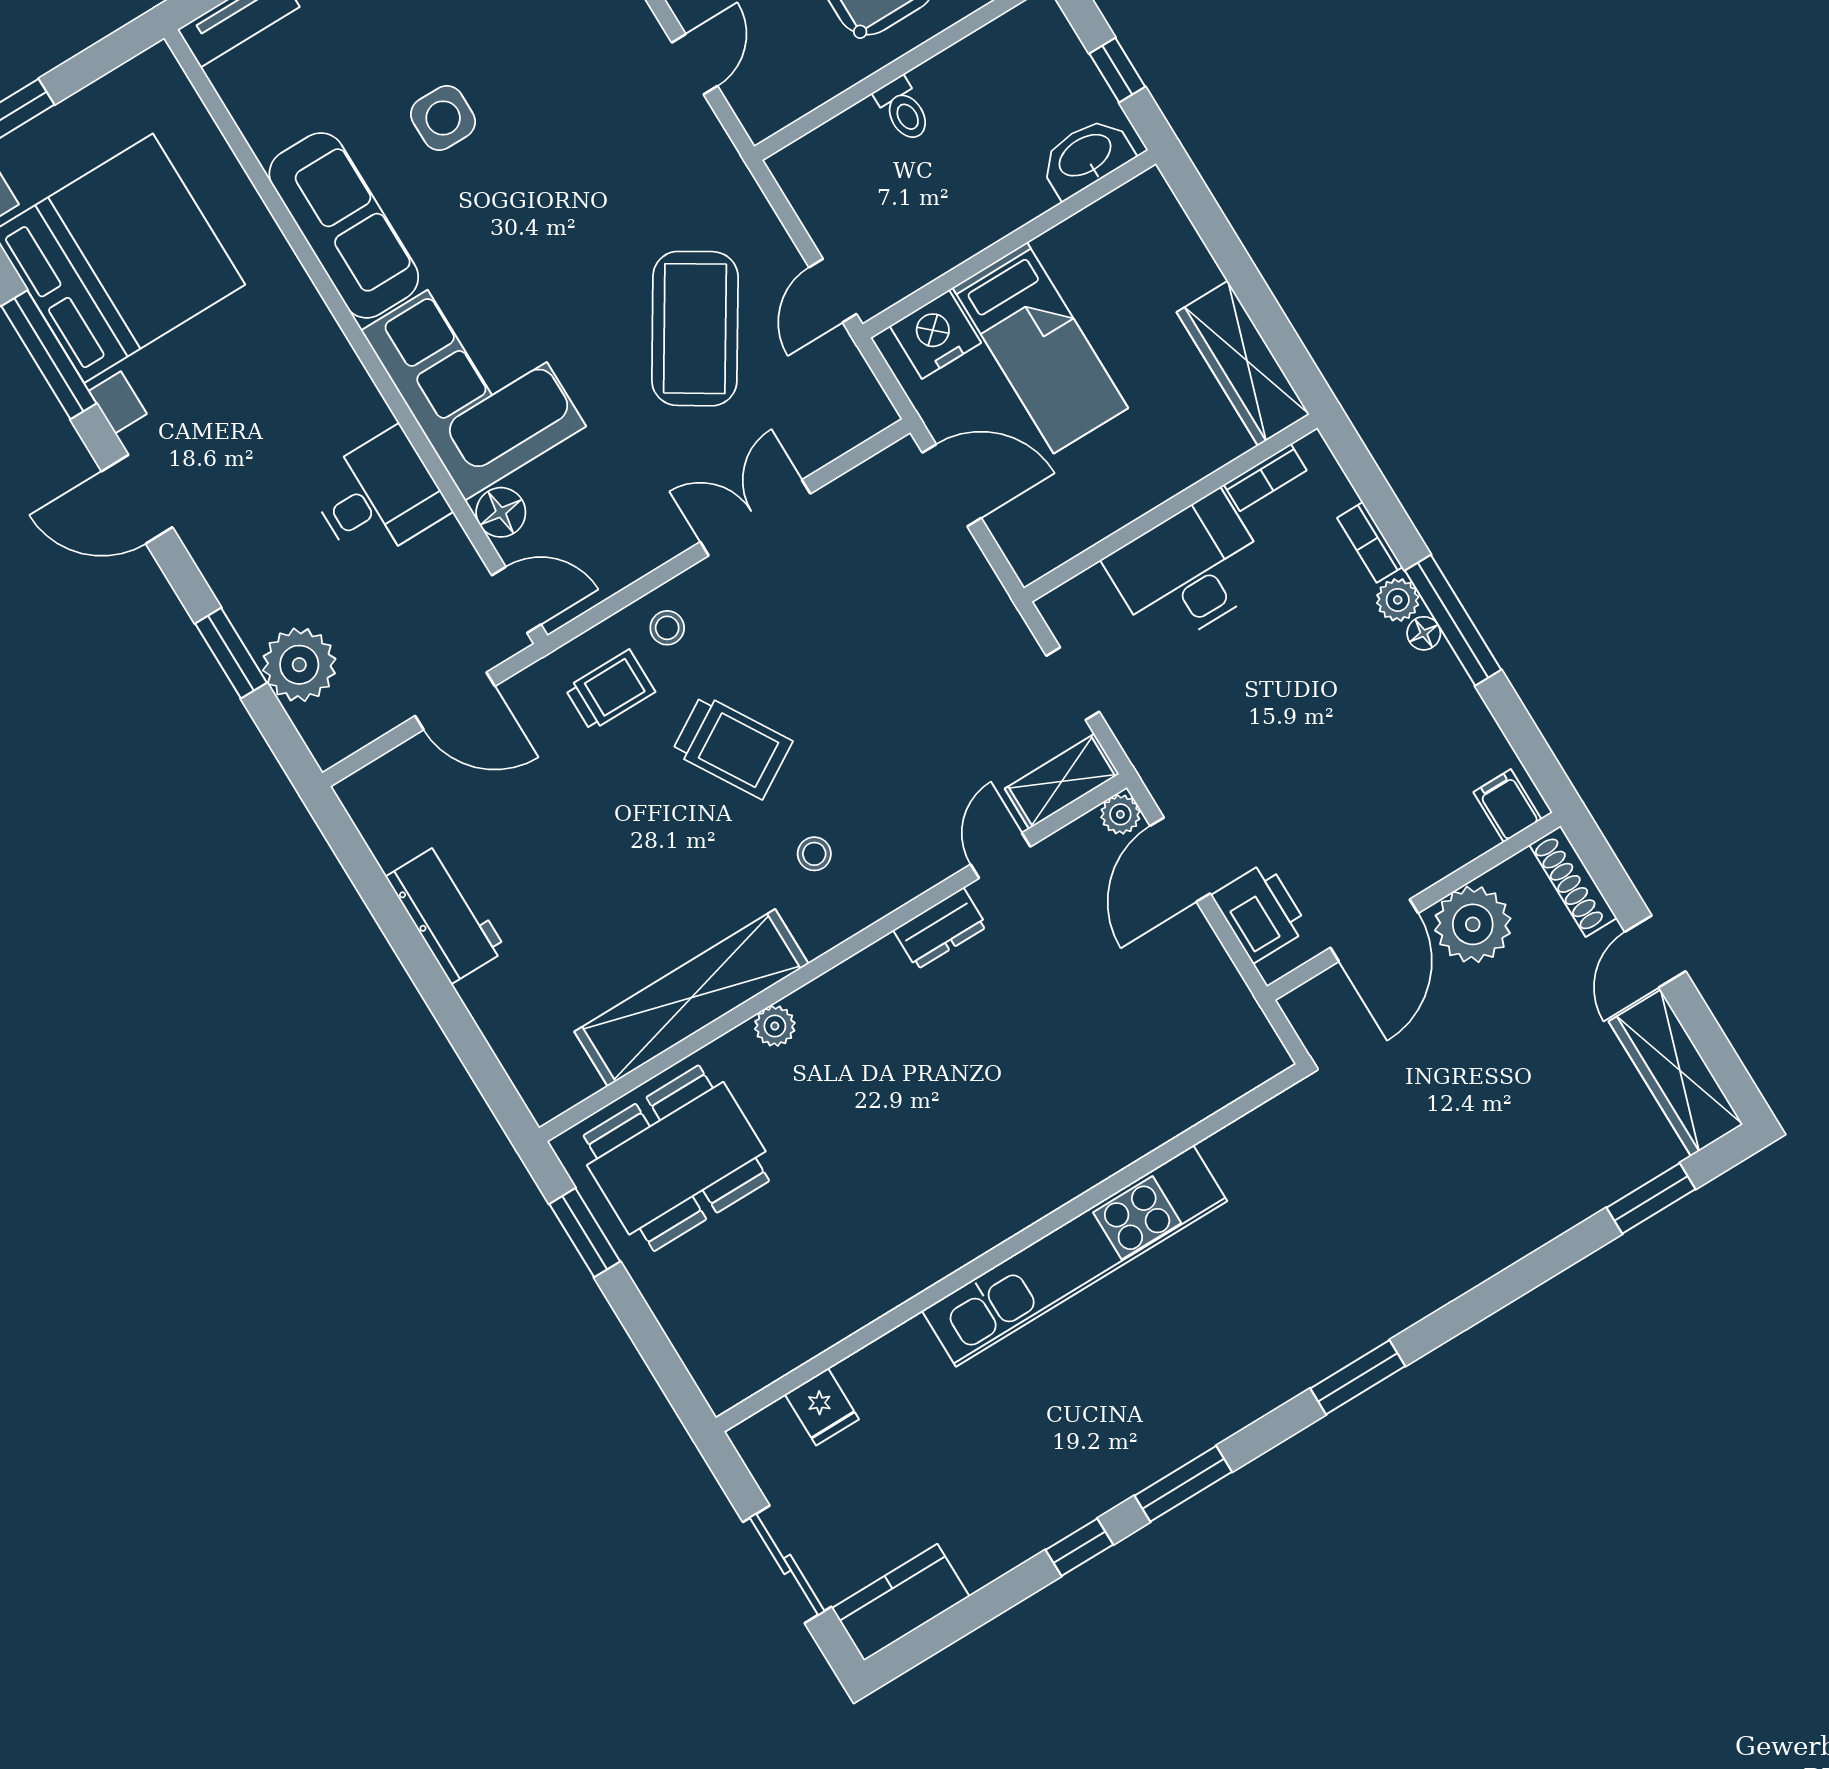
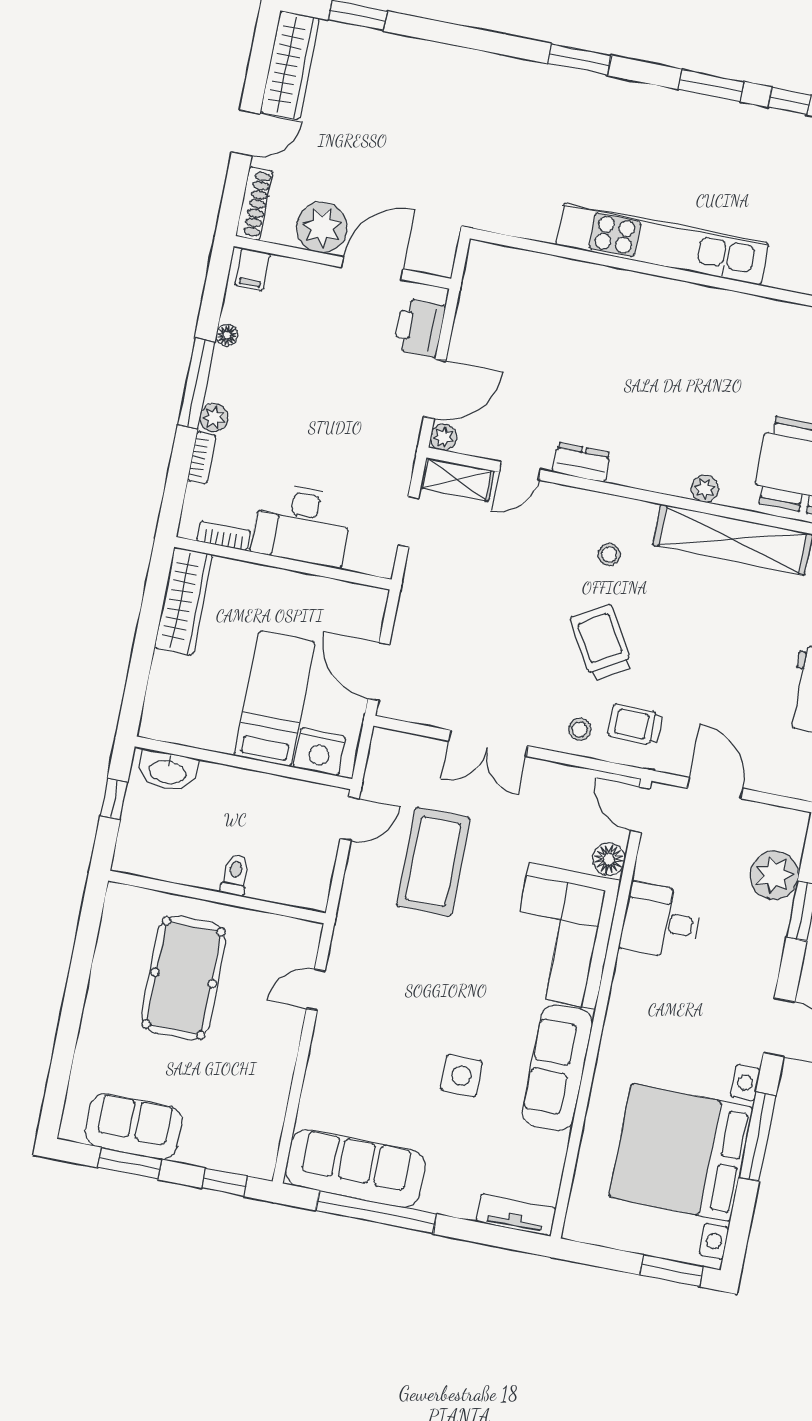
coffee table: (695, 329) -> (433, 862), turned -32
floor lamp: (1424, 633) -> (227, 335), moved

